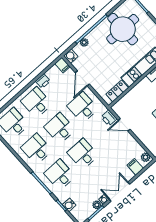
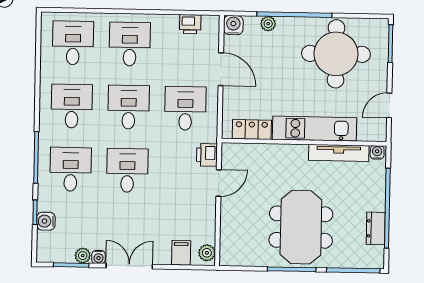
filing cabinet: (62, 65) -> (211, 27), removed
door: (82, 78) -> (221, 69), swing flipped
printer: (43, 81) -> (190, 24), moved
door: (124, 125) -> (219, 183), swing flipped

